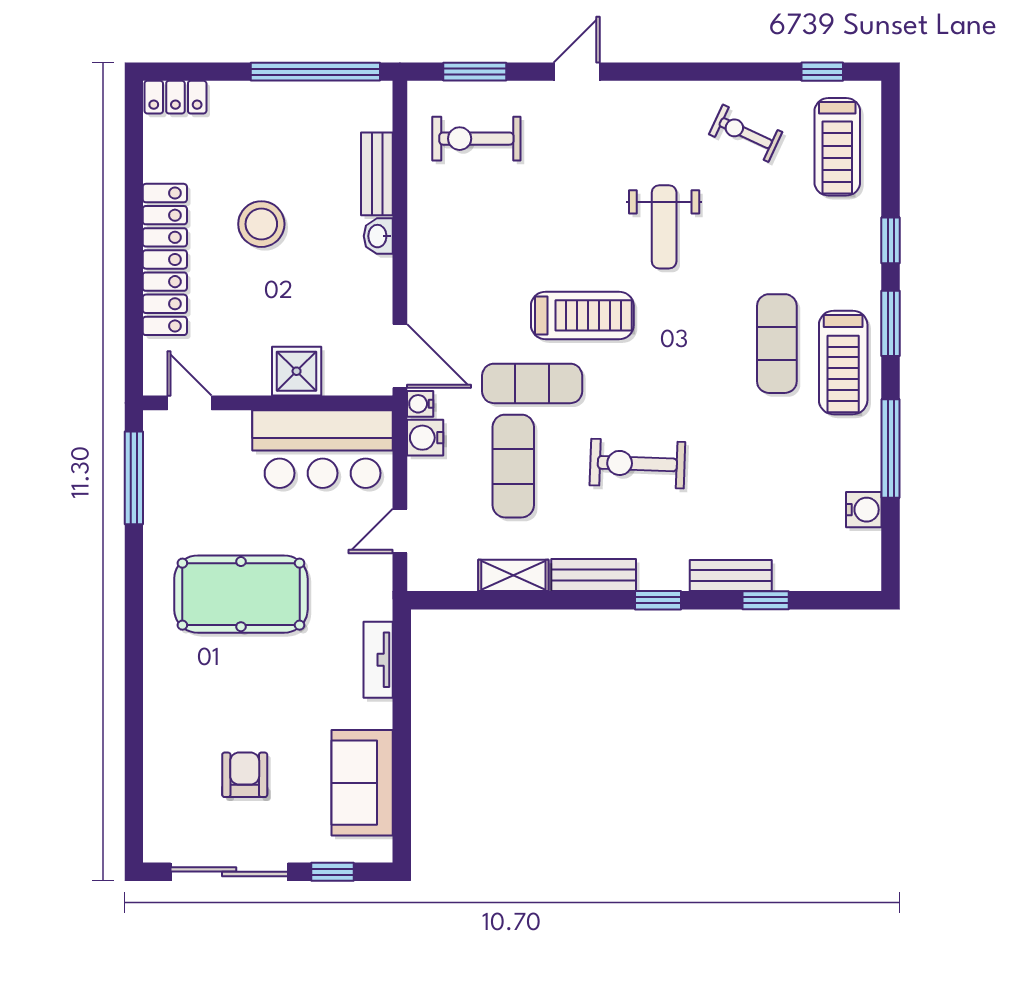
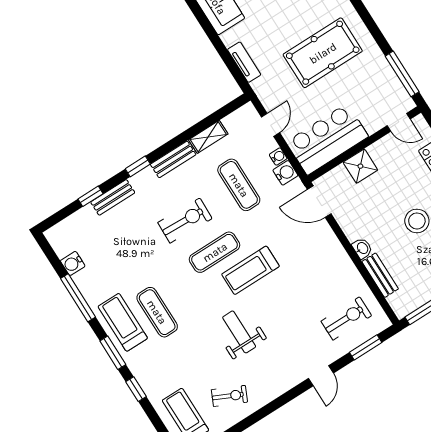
exercise mat: (532, 383) -> (215, 252), moved
water cooler: (420, 404) -> (278, 157), moved

